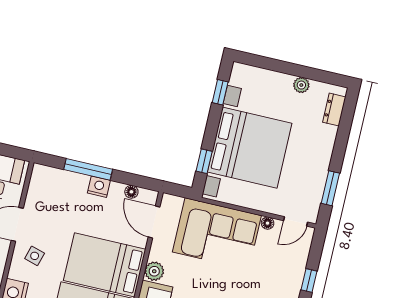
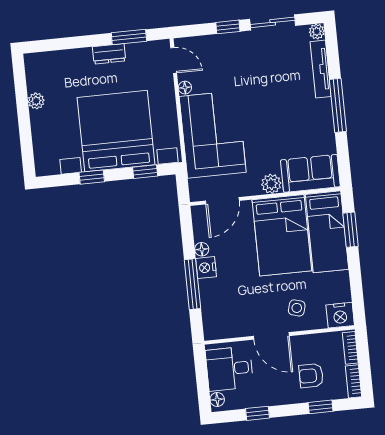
window: (220, 92) -> (92, 177), moved
dresser: (334, 110) -> (109, 54), moved
floor lamp: (131, 192) -> (202, 249), moved

